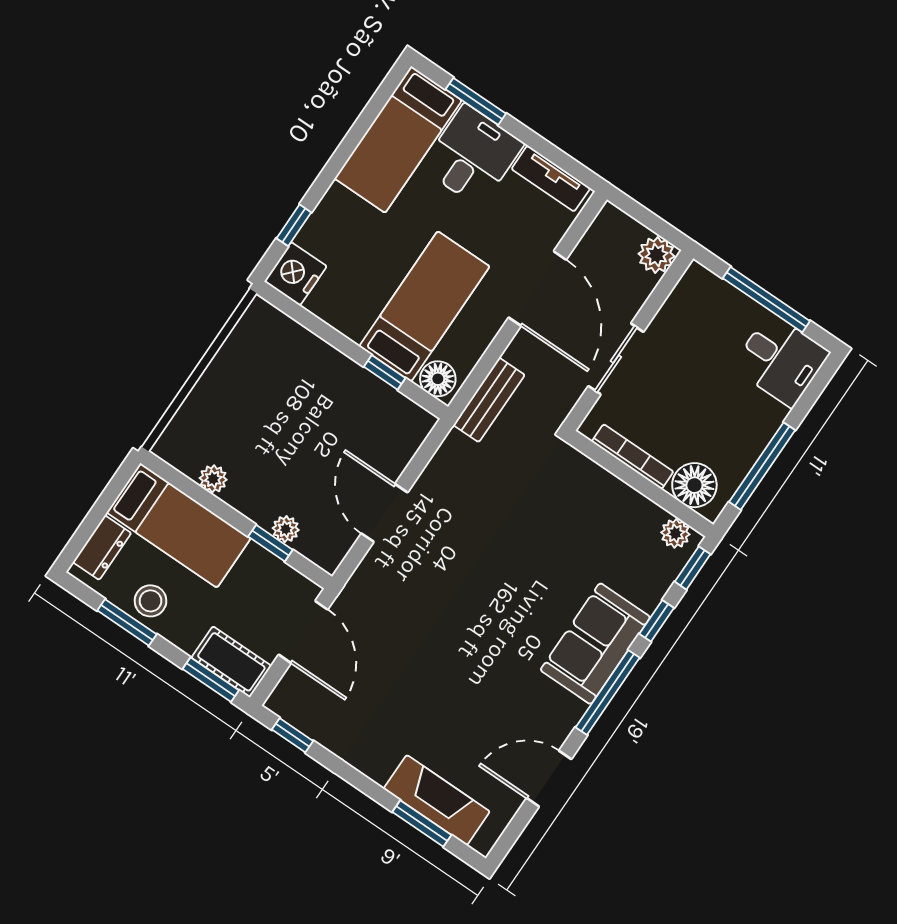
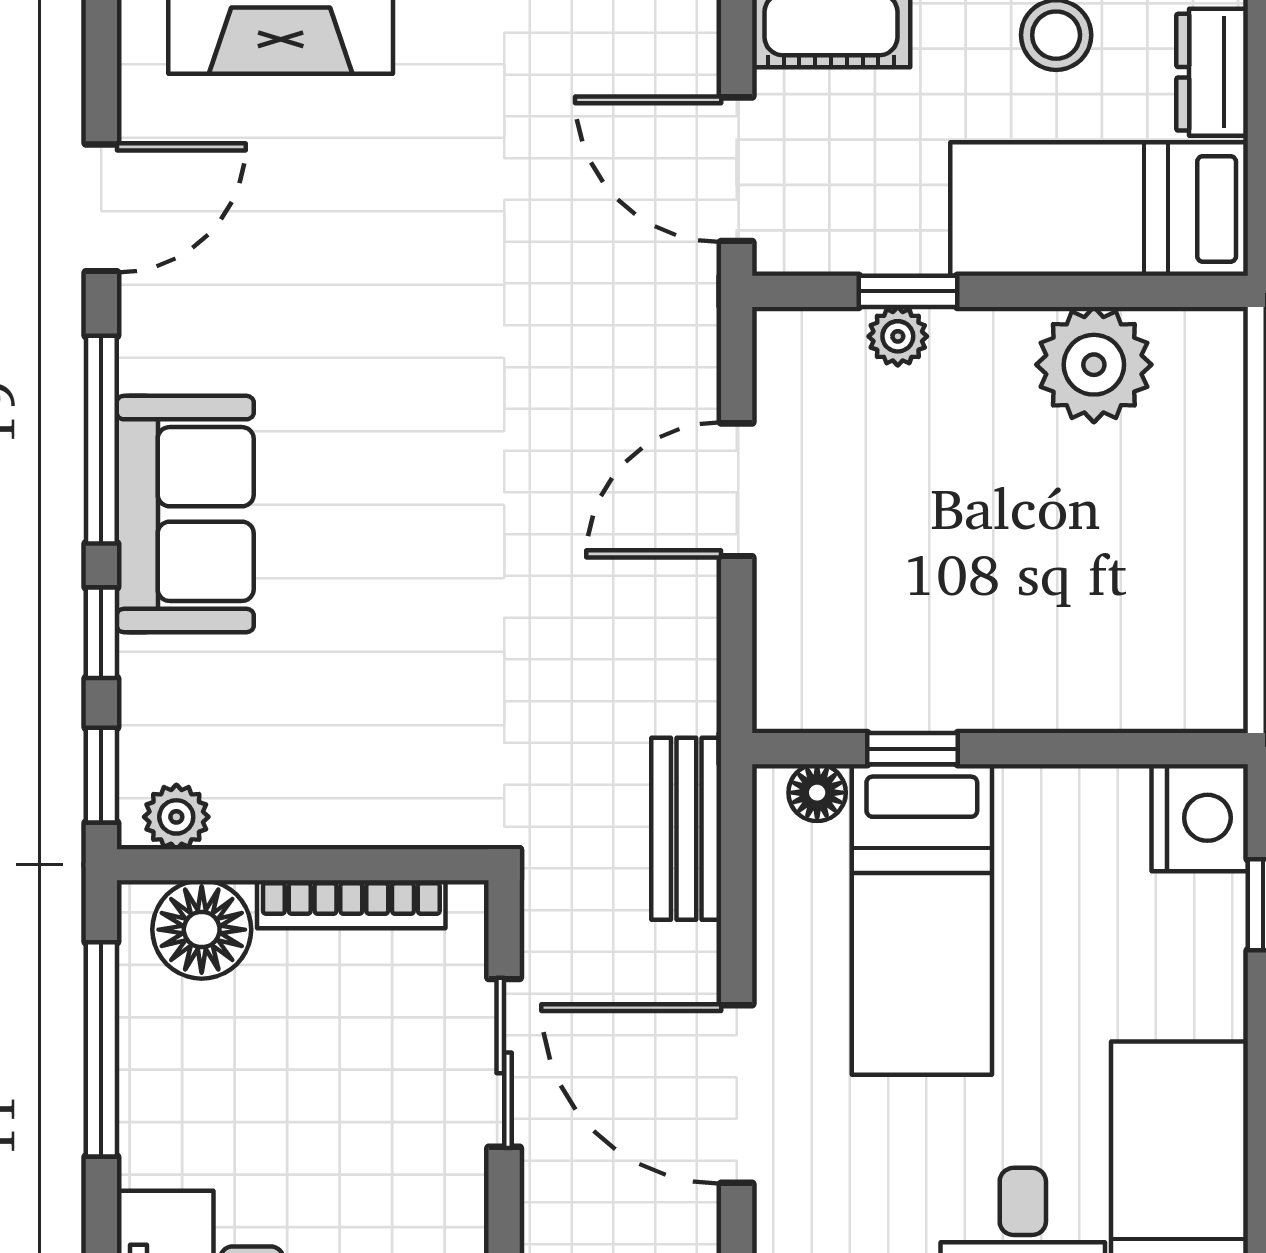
floor lamp: (438, 379) -> (817, 793), width x0.73, depth x0.73
plant: (213, 479) -> (1094, 365), width x1.88, depth x1.88
door: (384, 513) -> (737, 490), swing flipped

